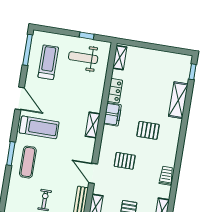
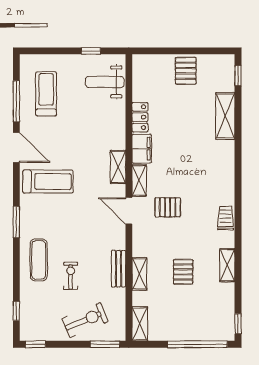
window: (28, 50) -> (16, 101), moved
weight bench: (83, 58) -> (105, 82), moved
shelving: (120, 58) -> (139, 180), moved
pallet: (148, 130) -> (186, 71), moved, turned 90
exercise mat: (28, 162) -> (39, 260), moved
door: (93, 173) -> (129, 211), moved

